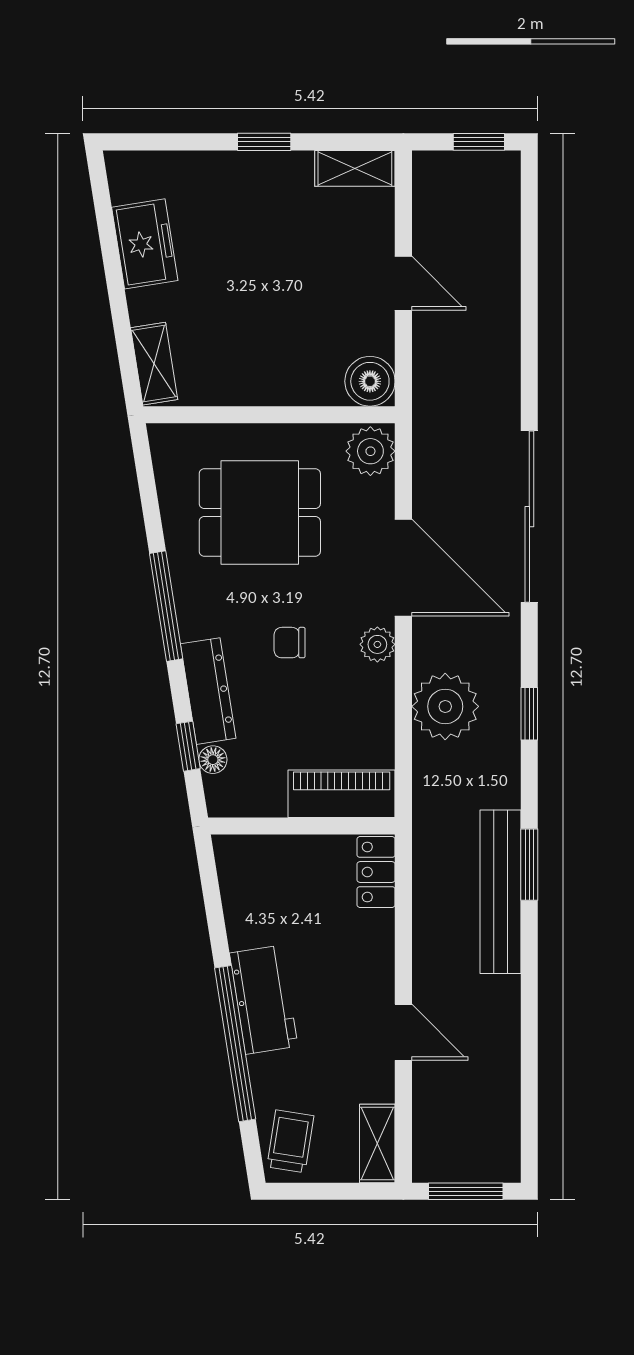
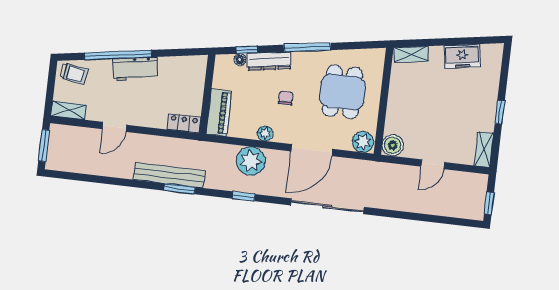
plant: (377, 644) -> (265, 133), moved

